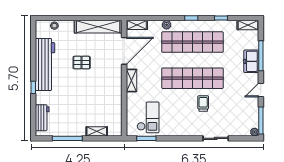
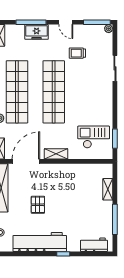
door: (124, 51) -> (26, 161), hinge flipped
trolley: (203, 103) -> (77, 53), moved

